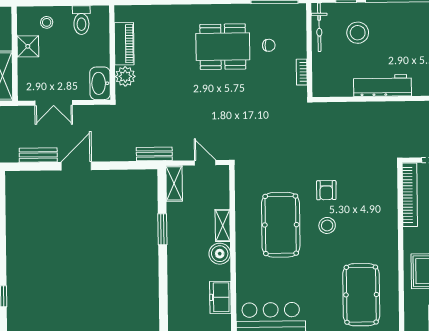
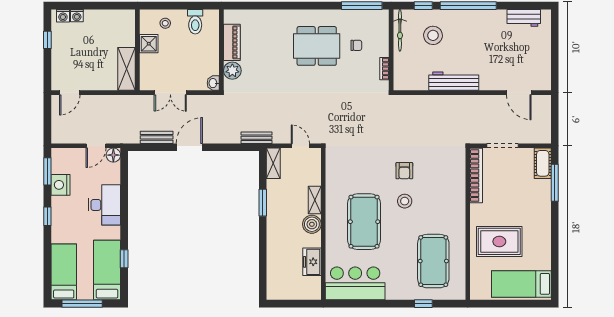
washbasin: (100, 83) -> (213, 83), width x0.52, depth x0.69
pool table: (281, 225) -> (364, 222), moved

